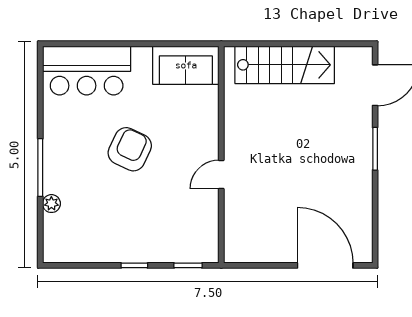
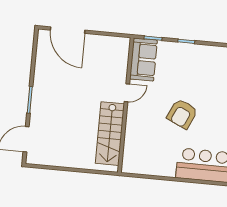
sofa: (186, 65) -> (143, 60), moved, turned 90
stairs: (285, 65) -> (110, 134), moved, turned -90

